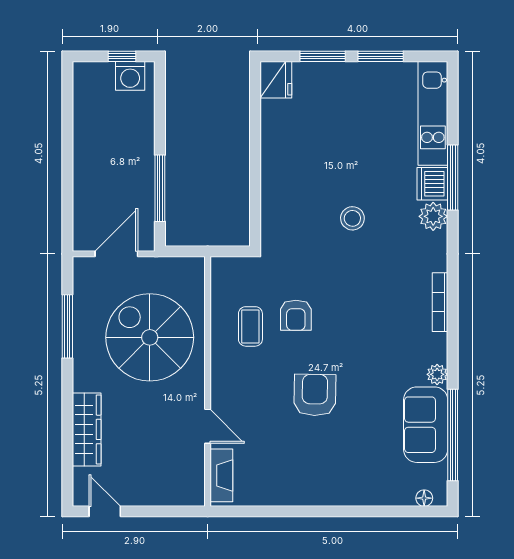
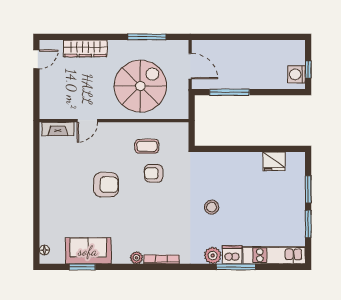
fridge: (276, 80) -> (274, 161), moved
plant: (437, 374) -> (136, 258), moved
window: (453, 435) -> (82, 267), width x0.47

